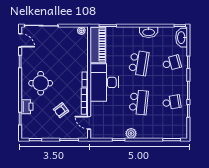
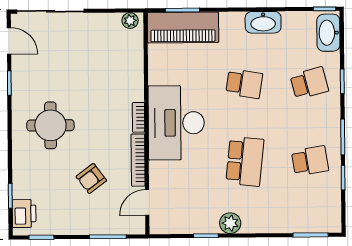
piano: (98, 45) -> (183, 27), moved, turned 90
school desk: (139, 63) -> (244, 84), width x0.54
printer: (27, 107) -> (24, 214), moved
door: (89, 123) -> (147, 203), hinge flipped

